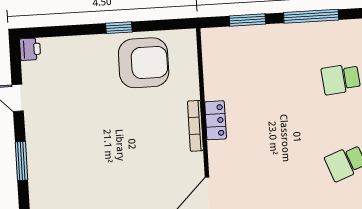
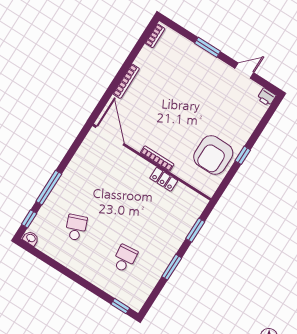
window: (311, 16) -> (172, 267), width x0.69
locker: (216, 120) -> (164, 179), moved

